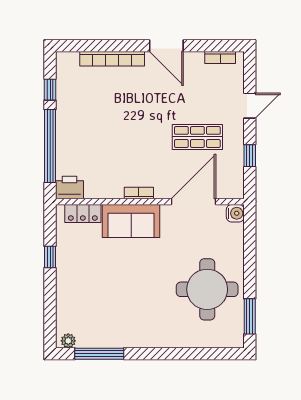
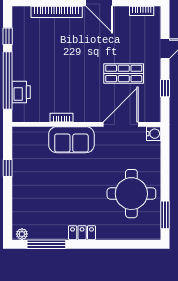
printer: (69, 187) -> (21, 92), moved, turned 90
bookcase: (139, 193) -> (62, 118), moved
locker: (83, 214) -> (82, 233), moved, turned 180

